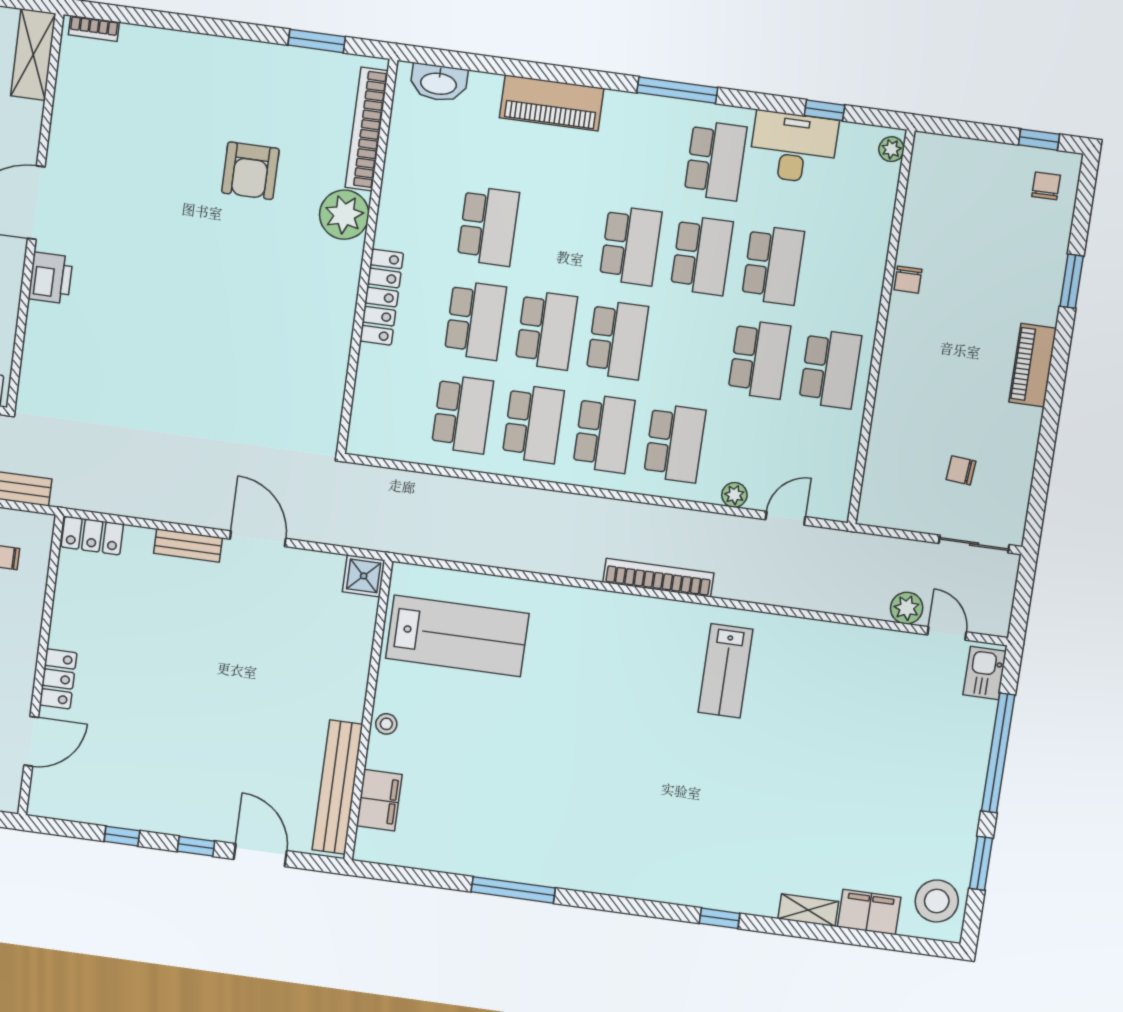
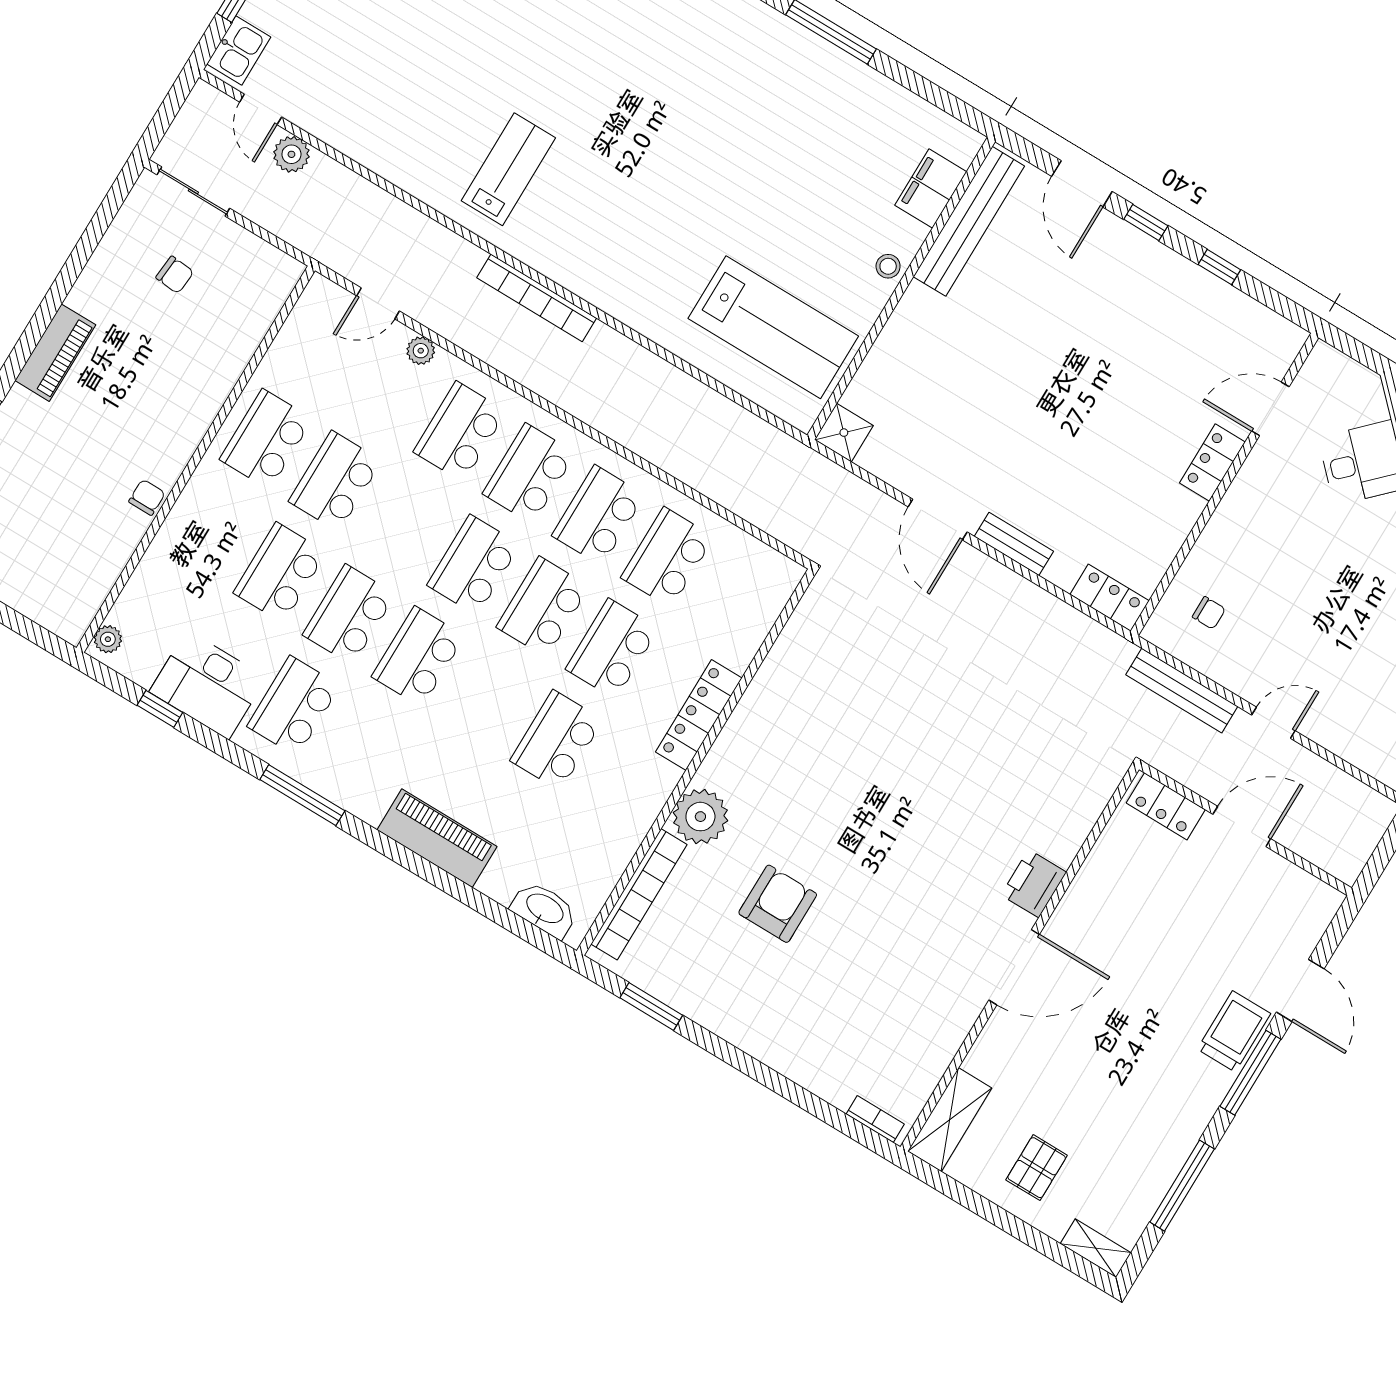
lab bench: (457, 636) -> (773, 327), turned 180

